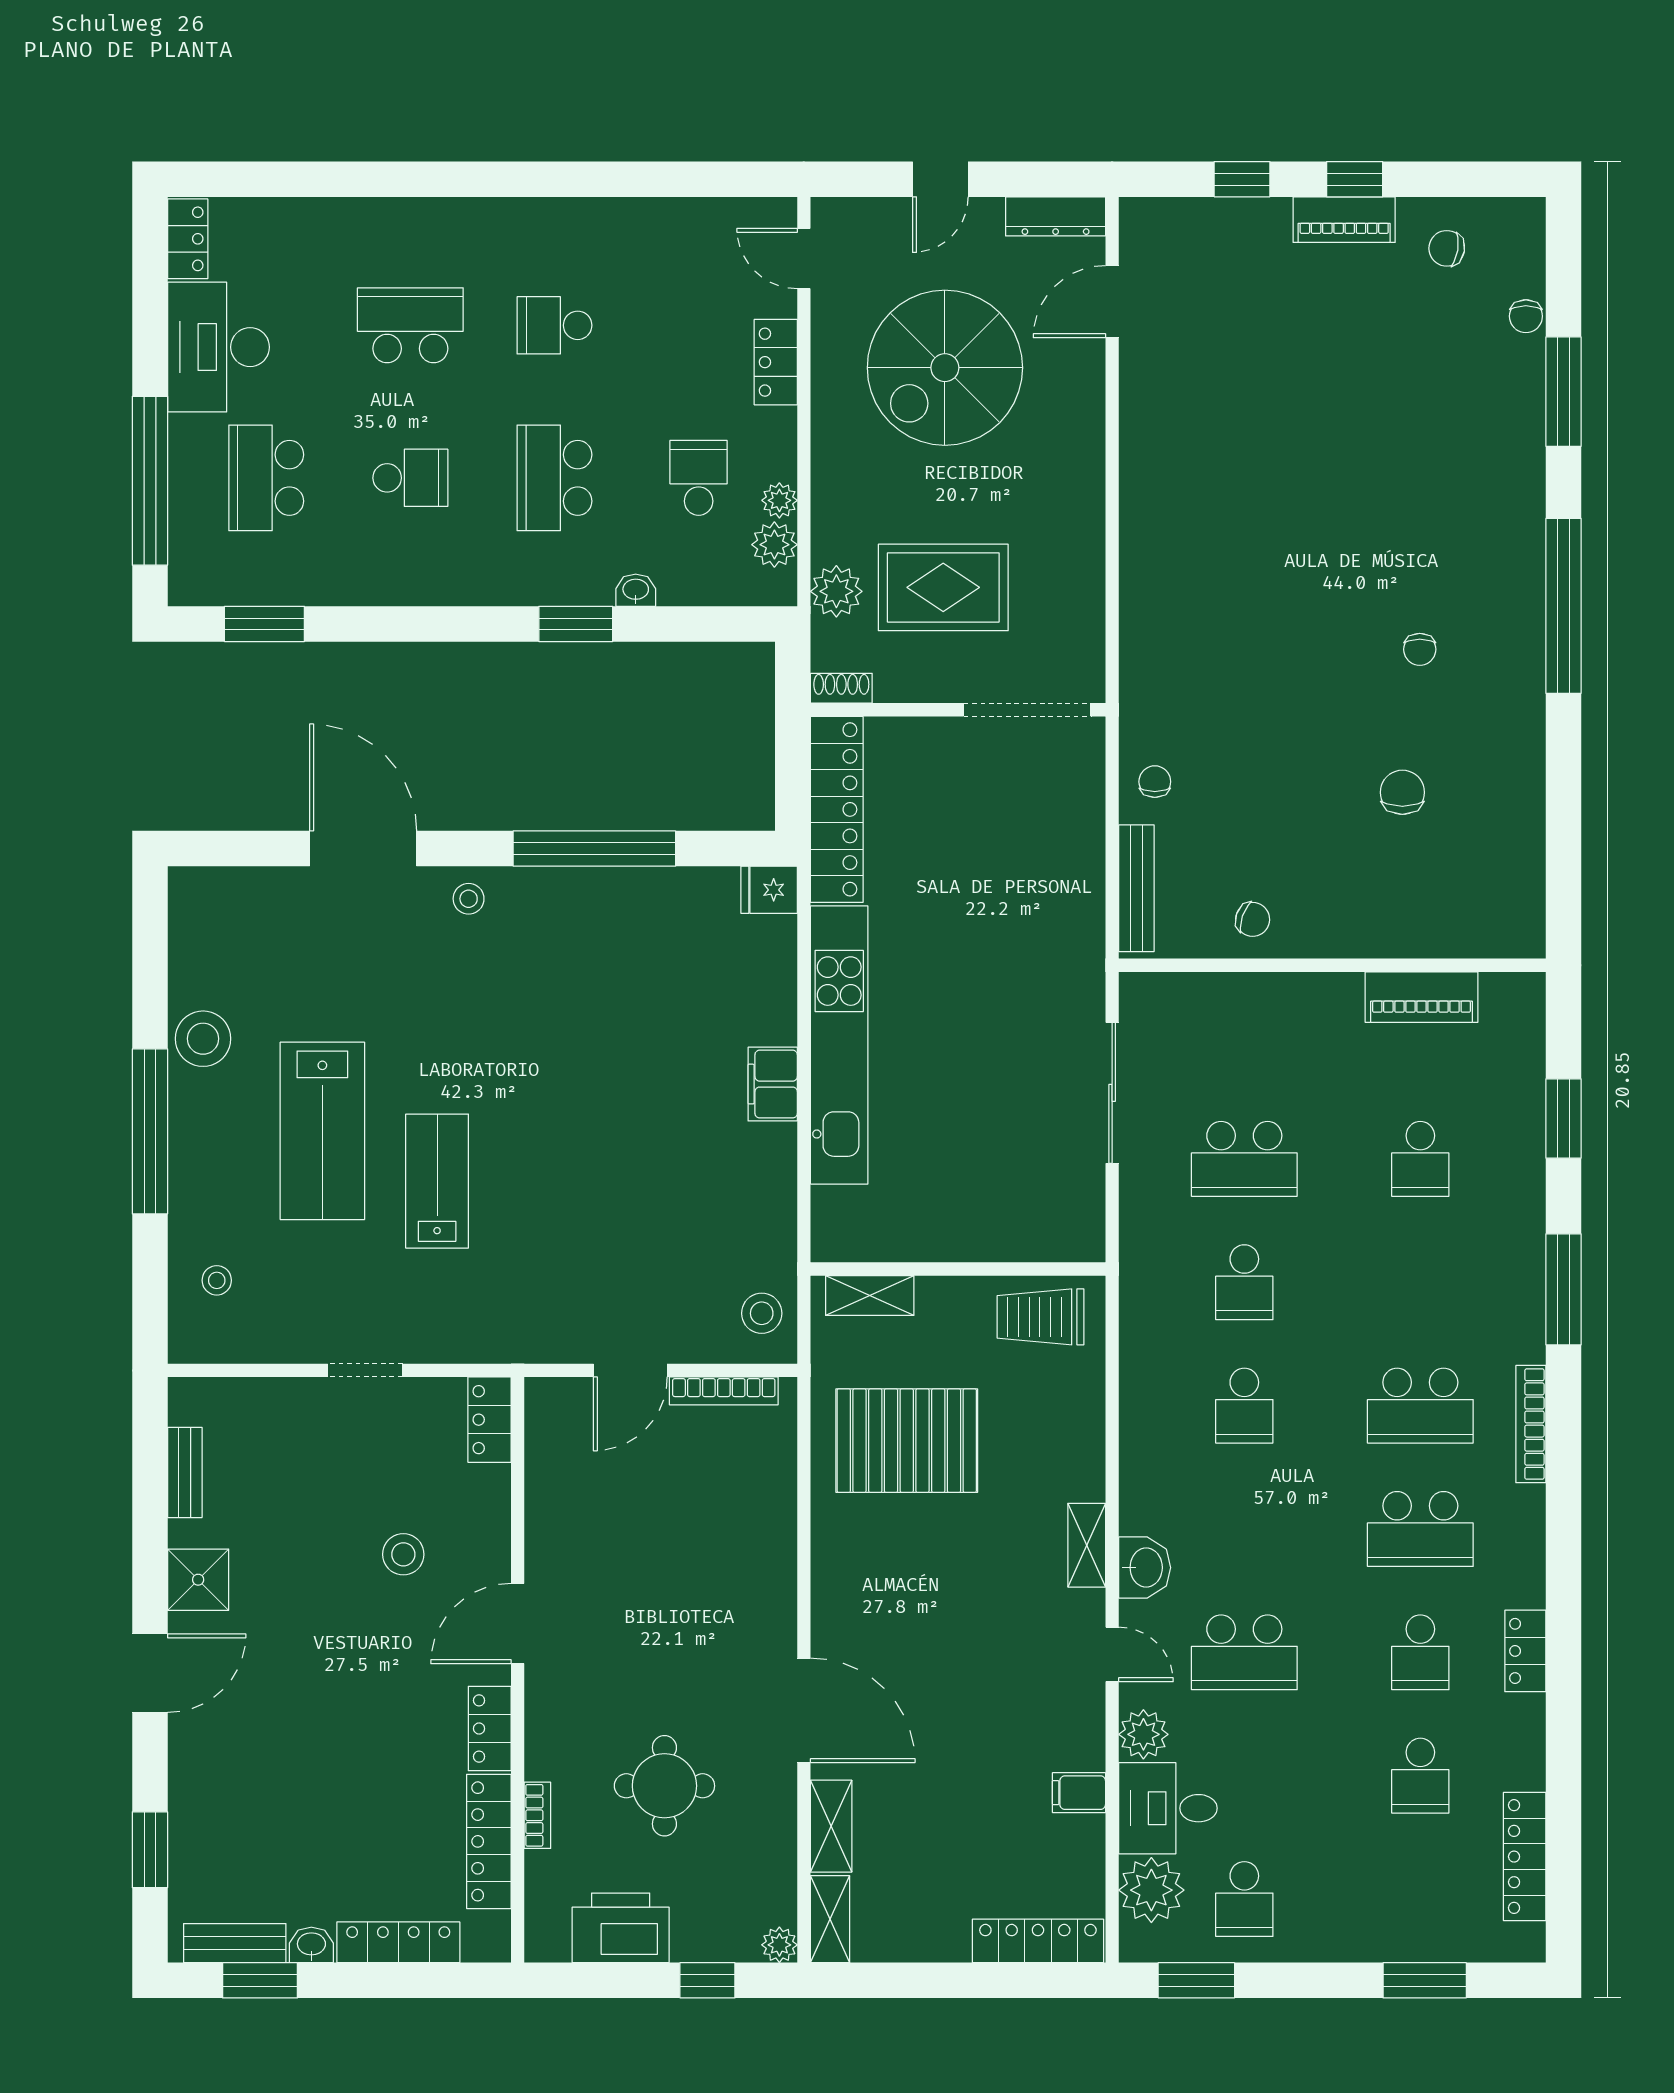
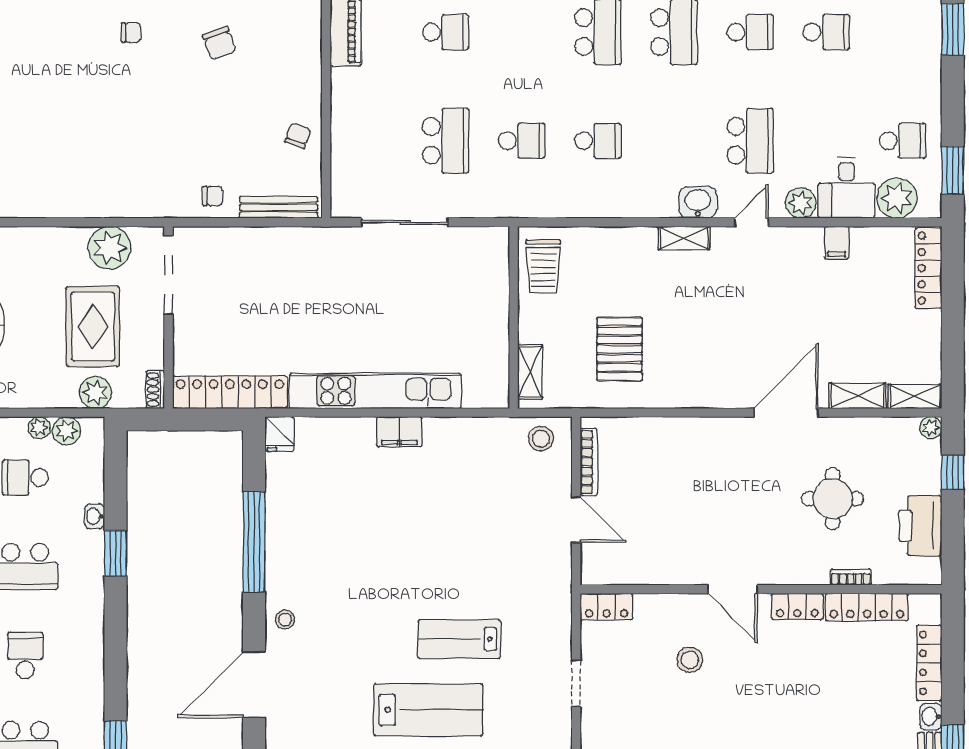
plant: (1071, 614) -> (110, 248), added
chair: (1155, 782) -> (213, 196), turned 180
chair: (1402, 792) -> (219, 43), turned -110
pallet: (907, 1441) -> (620, 349), width x0.73, depth x0.71

